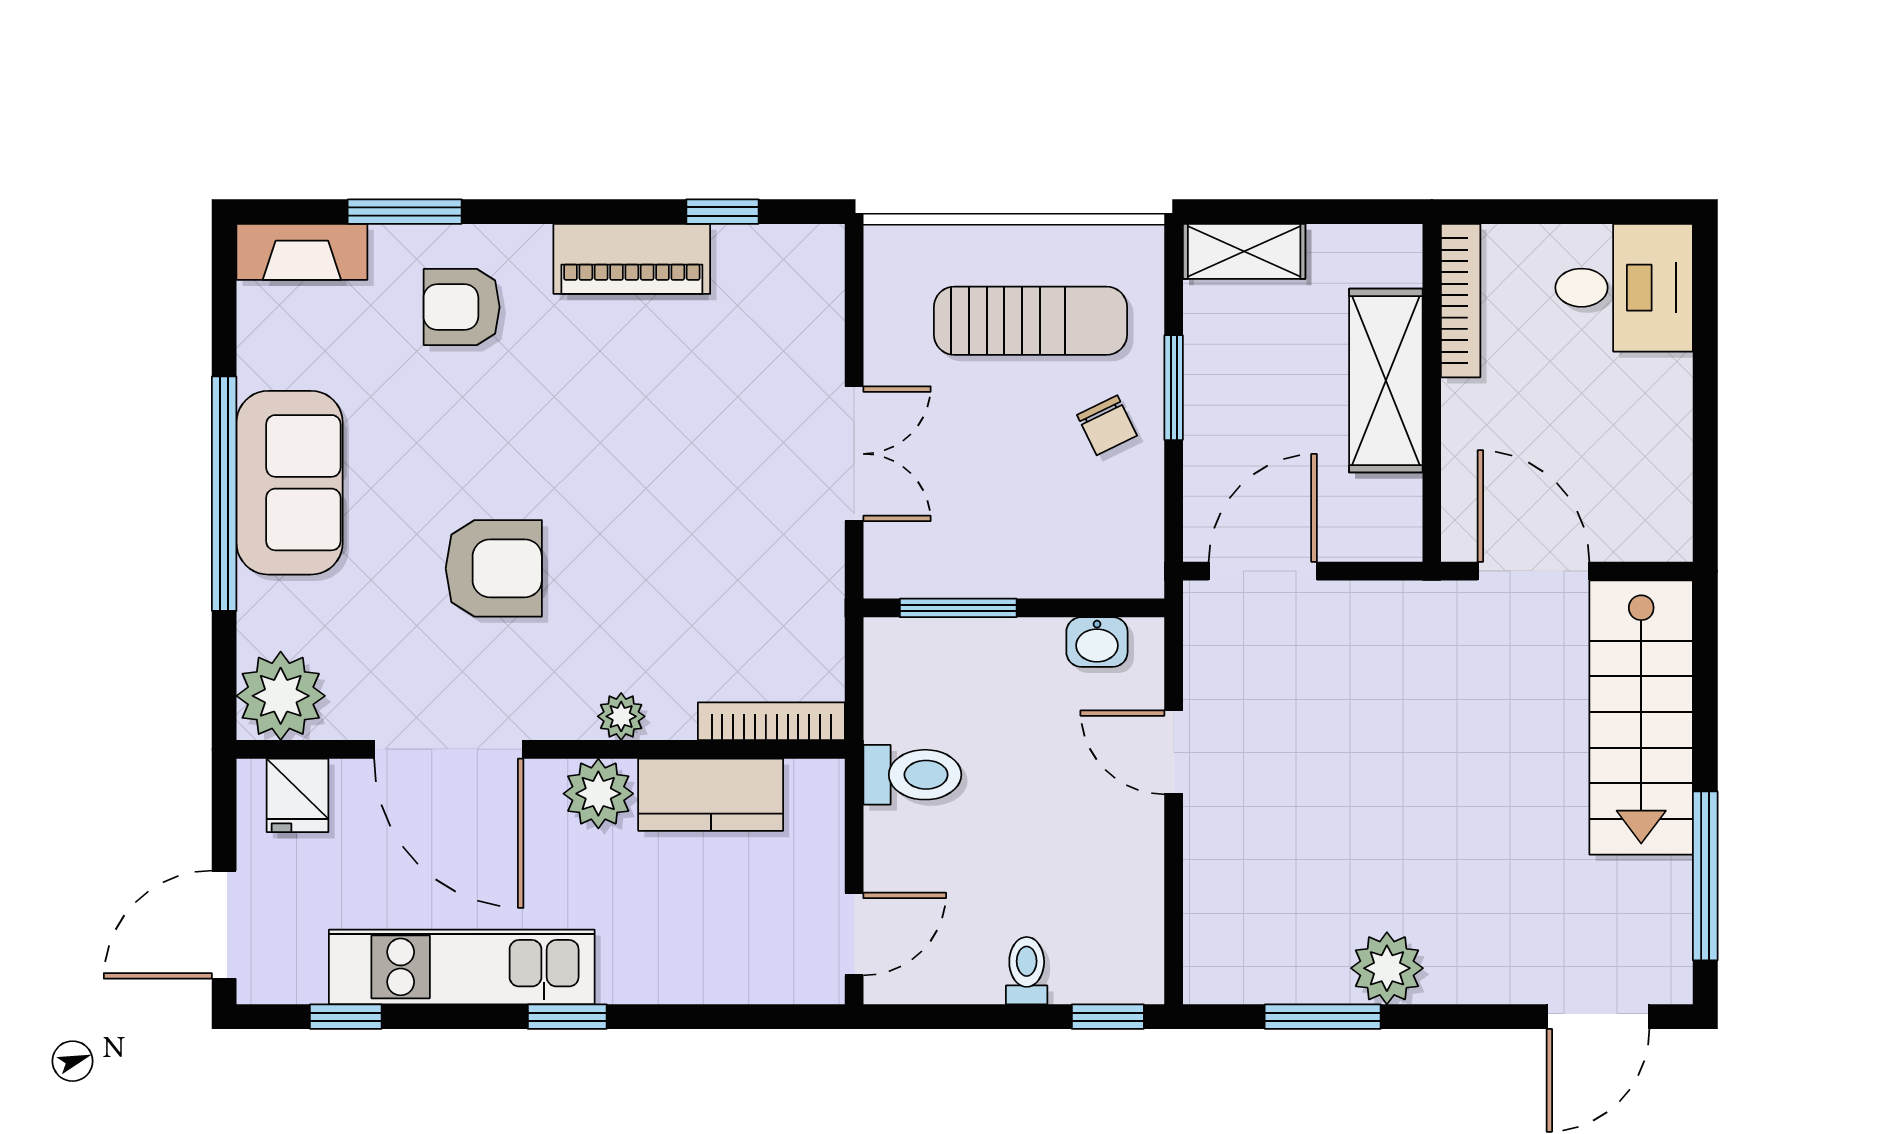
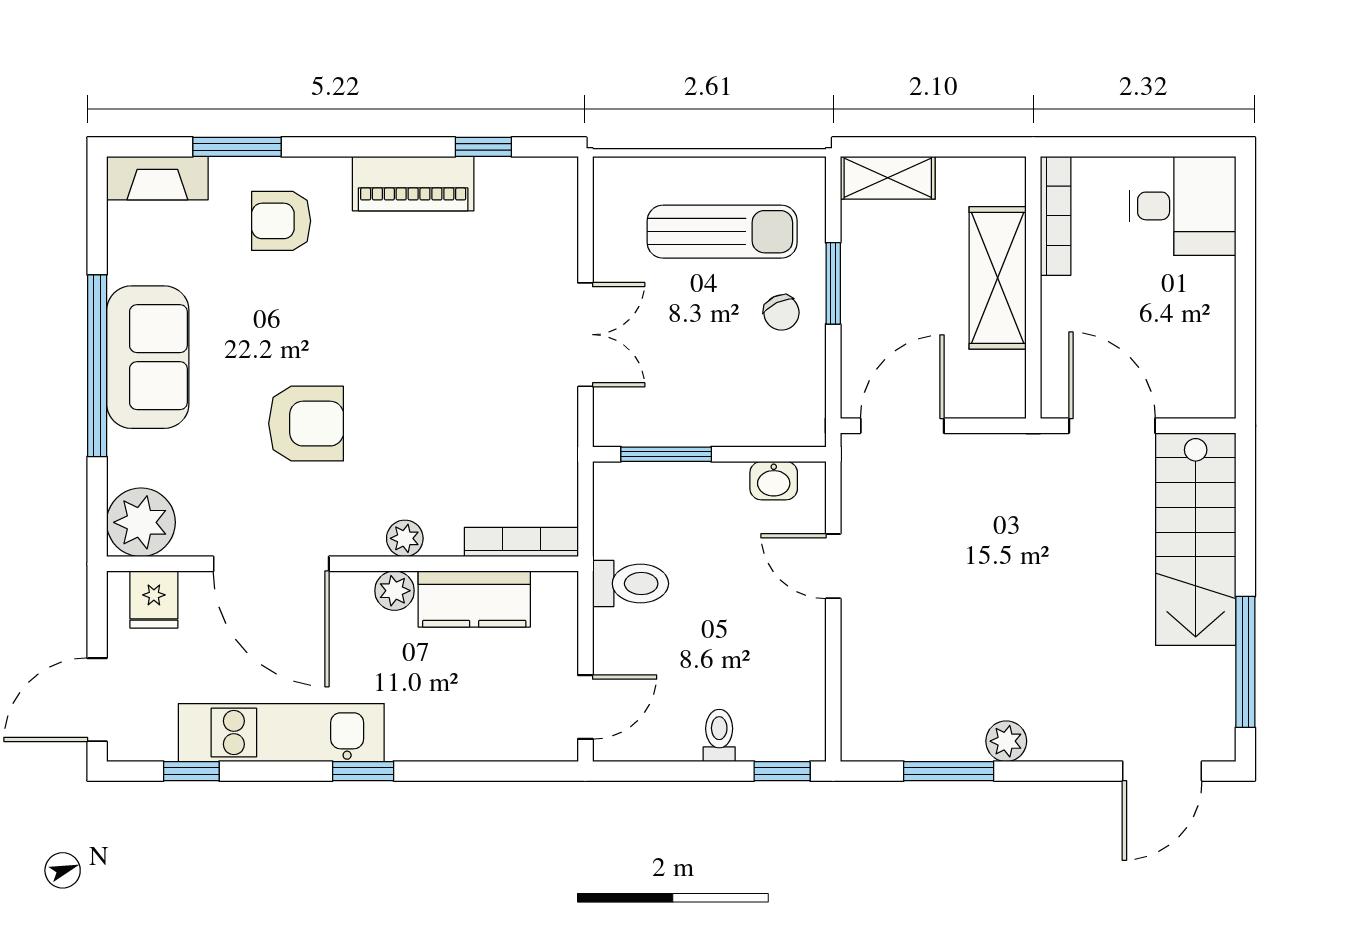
plant: (598, 794) -> (395, 591), width x0.73, depth x0.73
plant: (1387, 968) -> (1006, 741), width x0.73, depth x0.73

